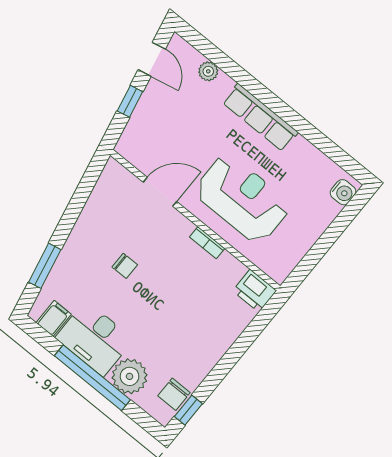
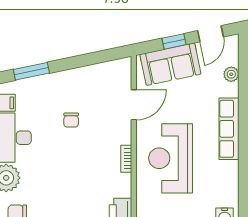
sofa: (150, 123) -> (170, 64), added
door: (160, 192) -> (134, 105), hinge flipped
reception desk: (242, 199) -> (171, 158), turned 180

